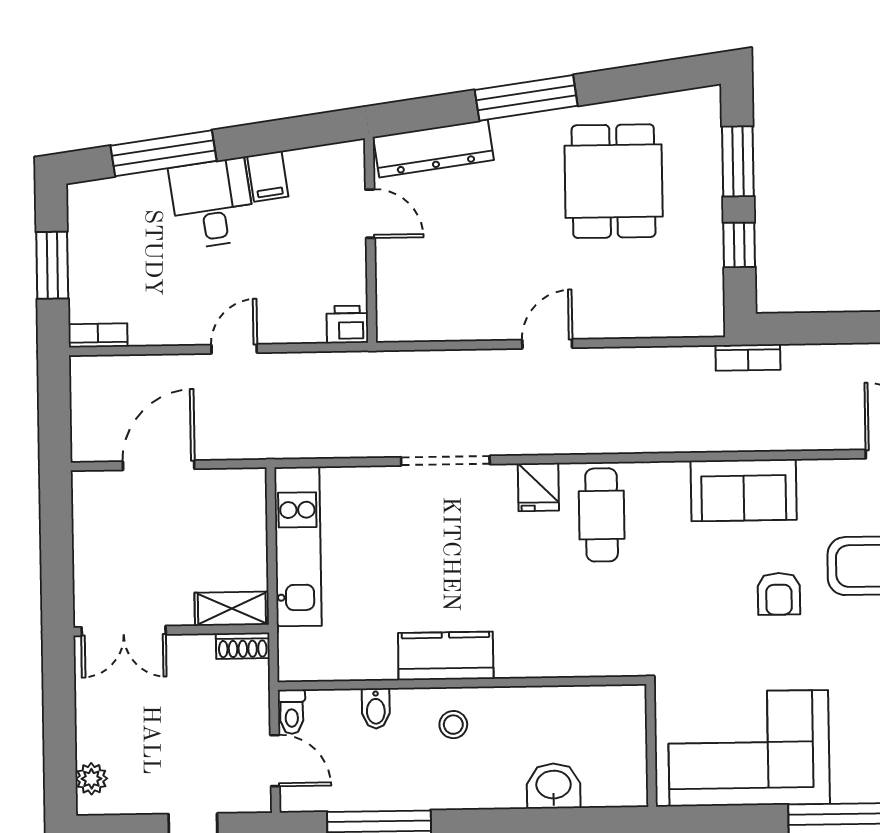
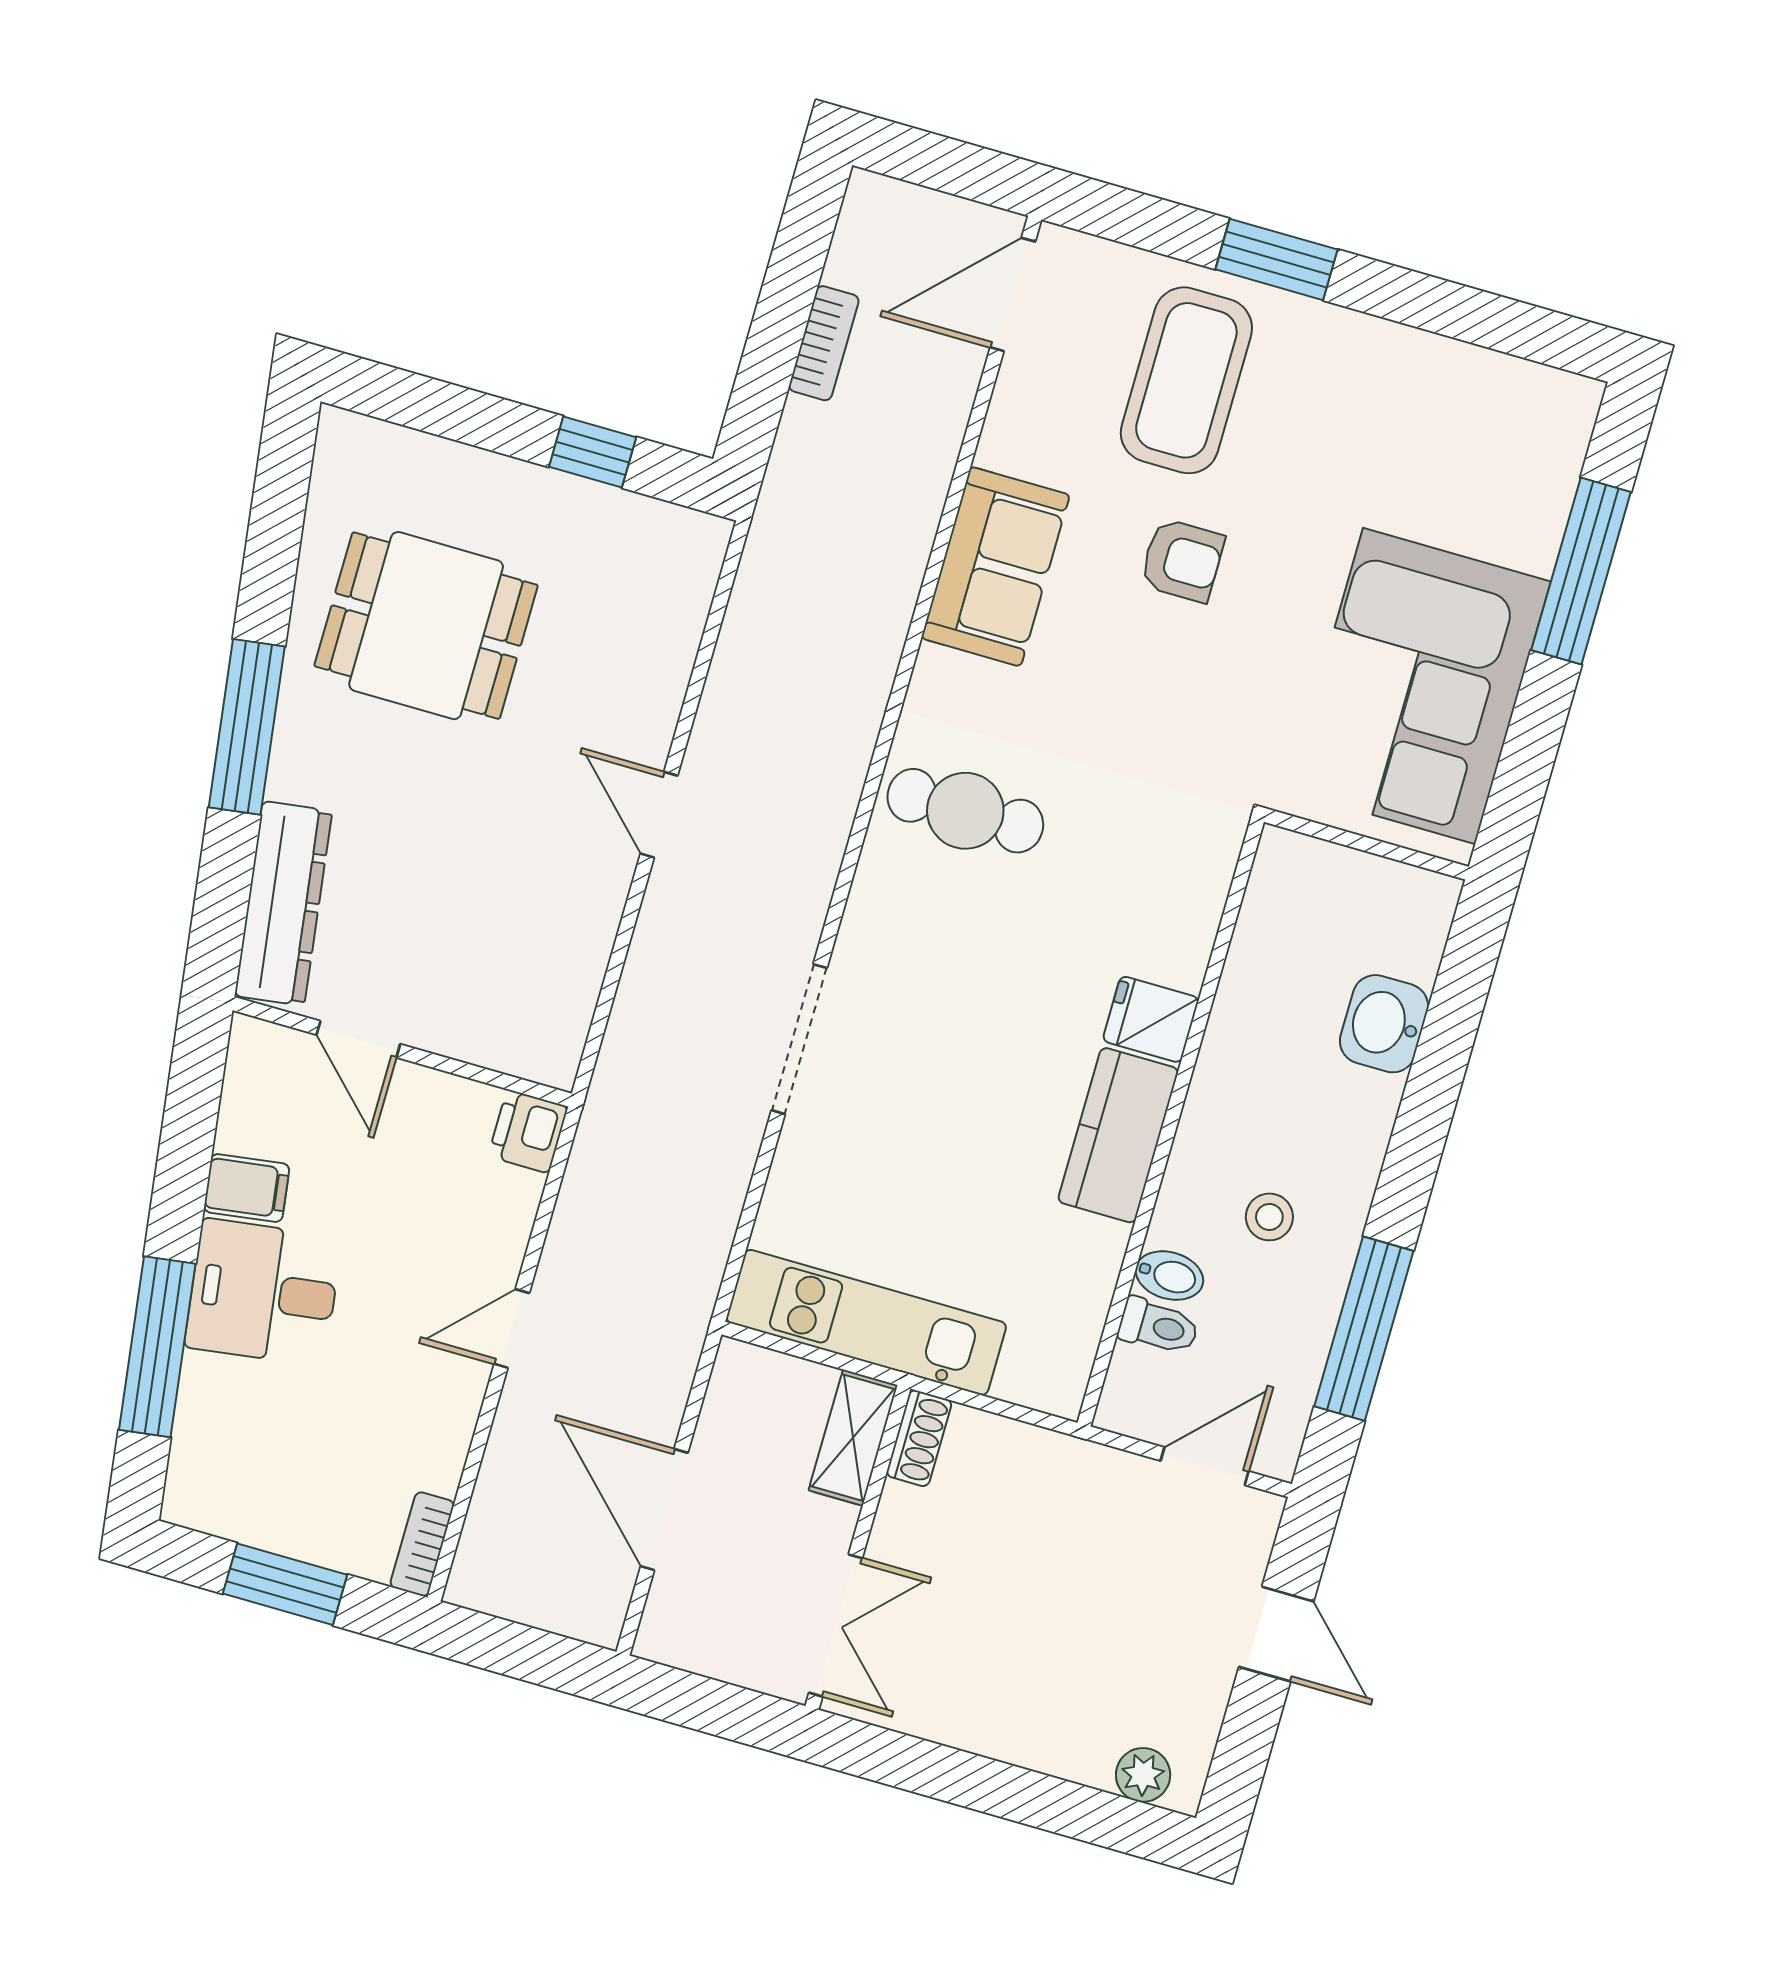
window: (738, 161) -> (456, 413), removed
door: (370, 214) -> (358, 1039), swing flipped
door: (234, 349) -> (512, 1329), hinge flipped
bookcase: (748, 357) -> (824, 343), moved
fridge: (538, 487) -> (1151, 1019), moved, turned 180
shelving: (232, 609) -> (853, 1438), moved
wall: (171, 630) -> (858, 1547), moved
double door: (124, 631) -> (836, 1625), moved
shoe rack: (243, 646) -> (919, 1438), moved
toilet: (292, 712) -> (1158, 1326), moved
stool: (453, 725) -> (1269, 1217), moved

